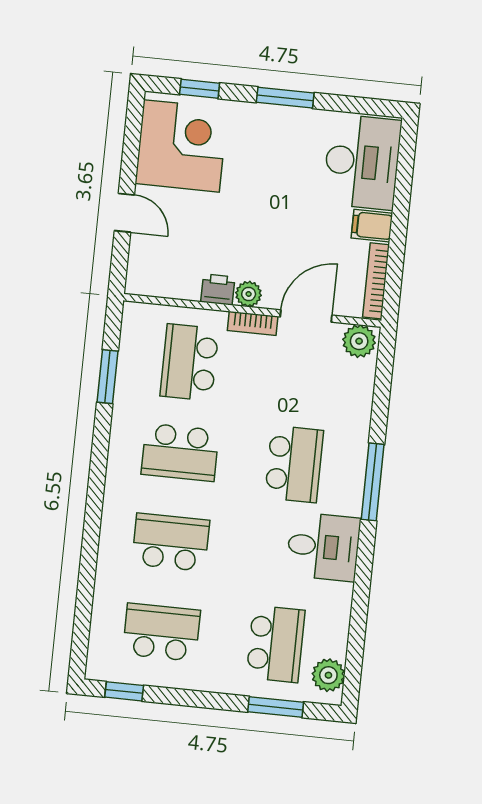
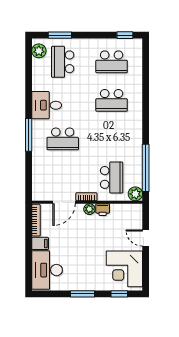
plant: (359, 341) -> (135, 194), moved
window: (107, 377) -> (146, 168), width x2.11
school desk: (180, 452) -> (112, 139), removed
school desk: (294, 464) -> (63, 139), turned -90

